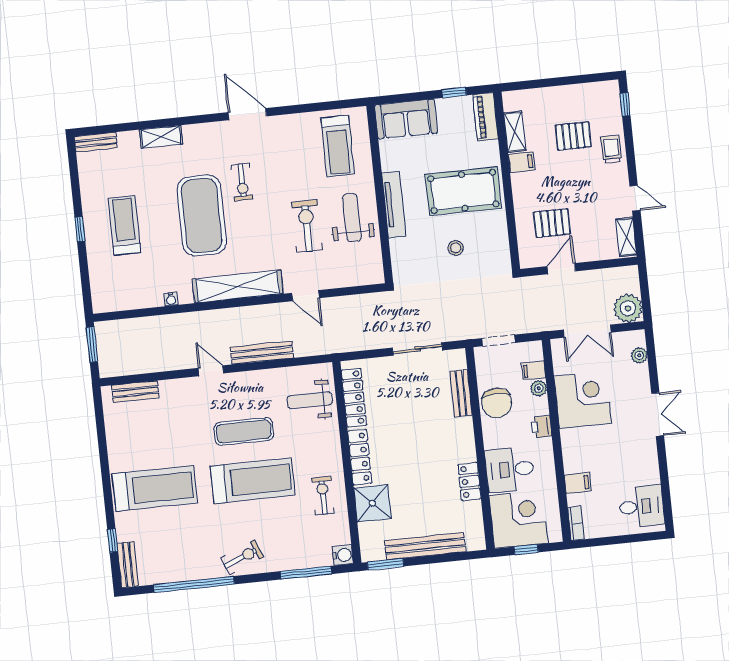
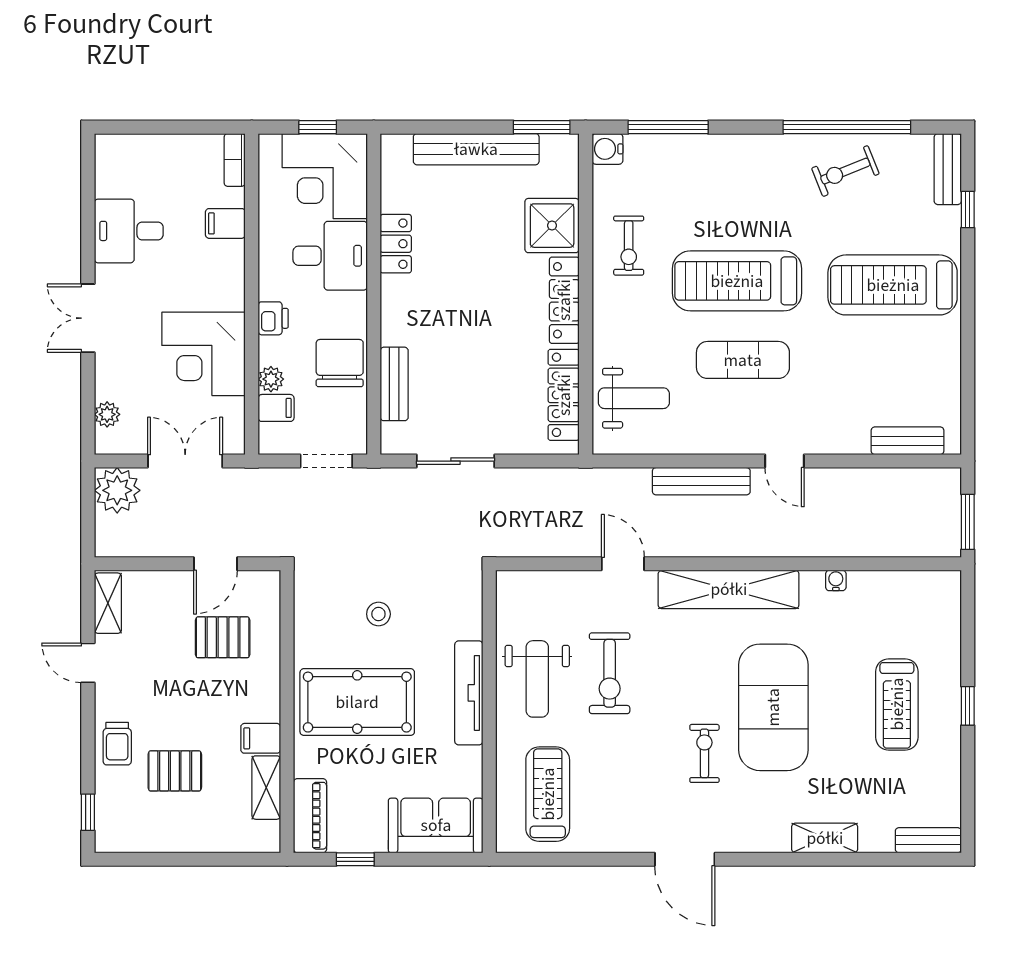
desk: (641, 506) -> (129, 231), moved
exercise bike: (242, 557) -> (845, 171), moved

